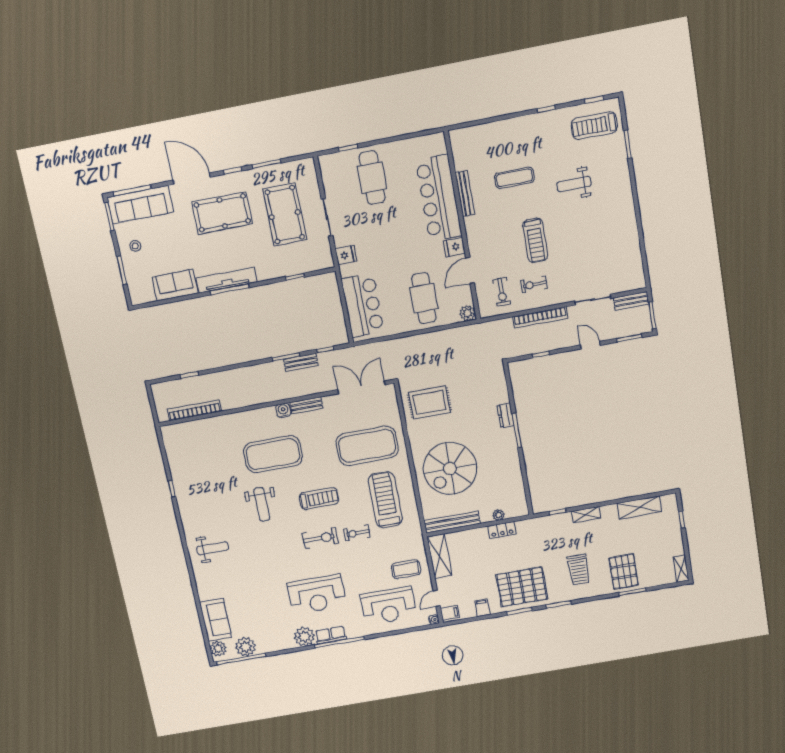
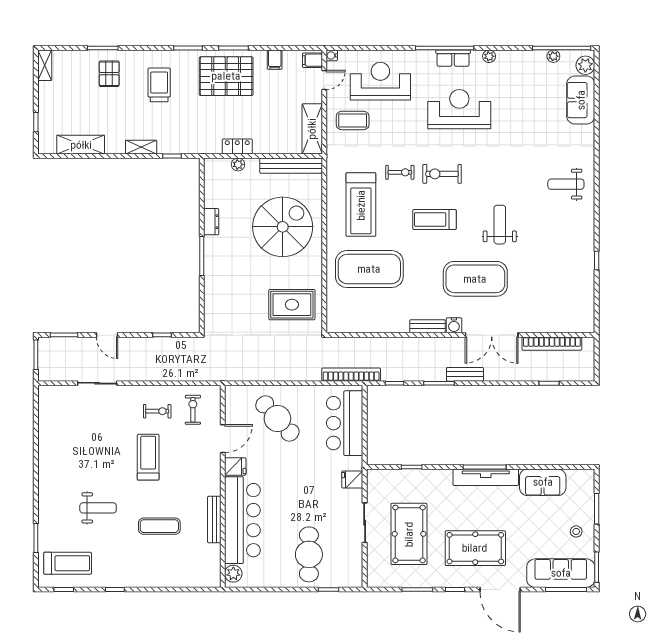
cafe table: (424, 298) -> (277, 418), turned -42
bench: (631, 301) -> (56, 374), removed
plant: (468, 313) -> (233, 574), moved
bookcase: (540, 318) -> (351, 375), moved
bench: (301, 362) -> (465, 374), moved
double door: (361, 387) -> (492, 335), moved
dresser: (506, 415) -> (211, 222), moved
pallet: (624, 571) -> (109, 74), width x0.67, depth x0.71
plant: (304, 637) -> (489, 56), width x0.53, depth x0.53
plant: (246, 647) -> (553, 56), width x0.53, depth x0.53

